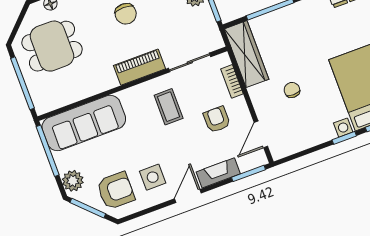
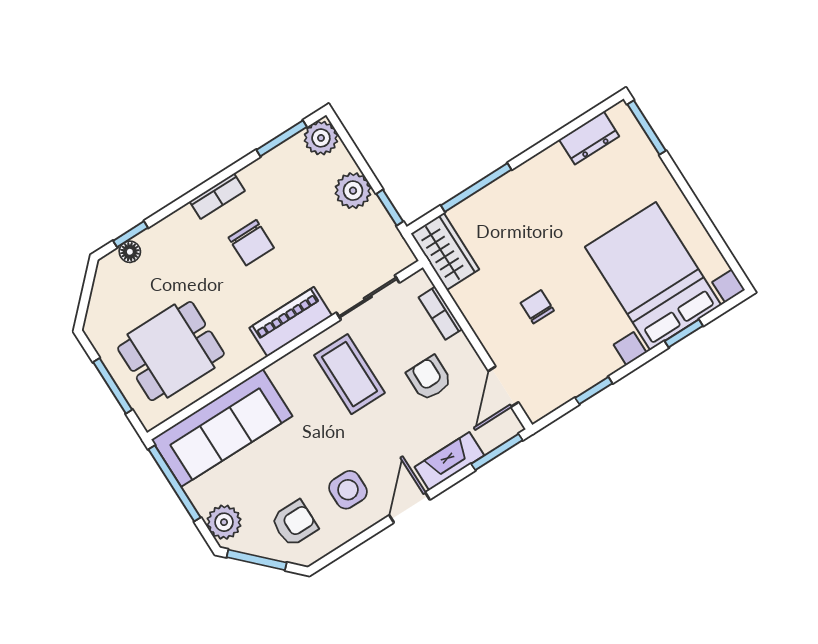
dining table: (52, 46) -> (171, 351), moved
wardrobe: (247, 54) -> (445, 251), width x0.67
window: (23, 83) -> (113, 386), width x0.69
coffee table: (169, 107) -> (349, 374), width x1.36, depth x1.30
window: (344, 138) -> (594, 391), moved
armchair: (116, 191) -> (294, 523), width x0.72, depth x0.72

